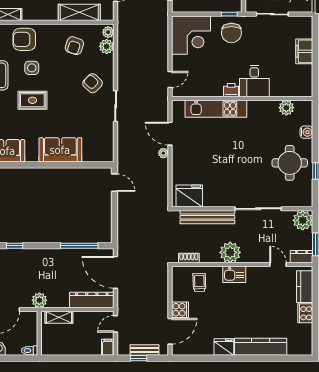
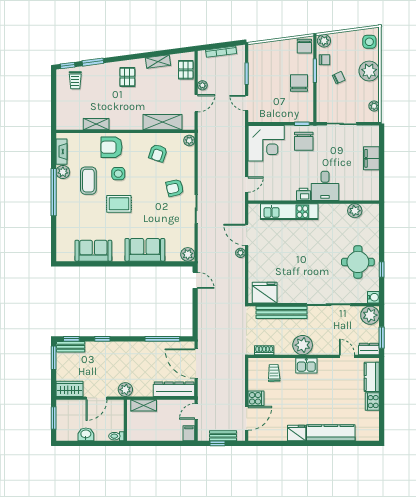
plant: (107, 46) -> (188, 254), moved
armchair: (93, 83) -> (175, 188), turned -57
water cooler: (306, 132) -> (373, 297), moved

